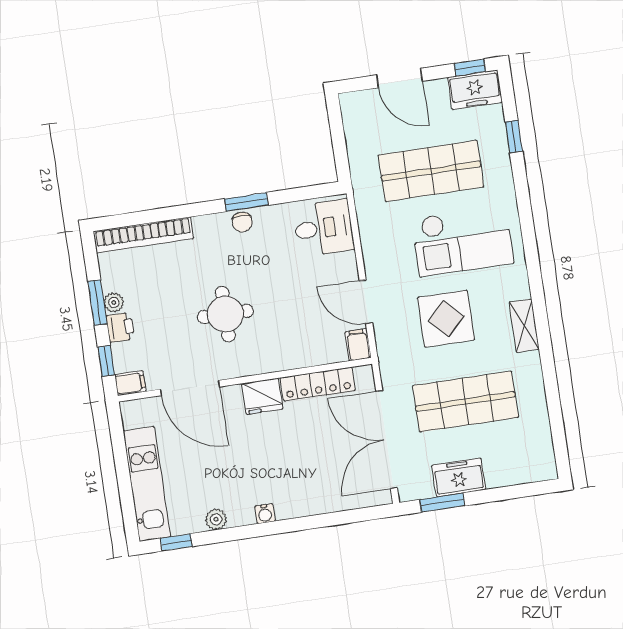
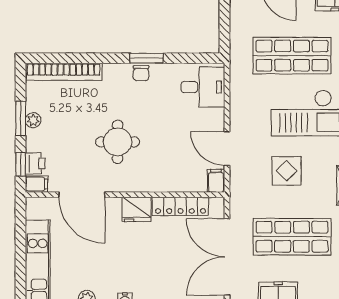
display table: (446, 319) -> (287, 171), width x0.73, depth x0.73
printer: (120, 327) -> (35, 163), moved

